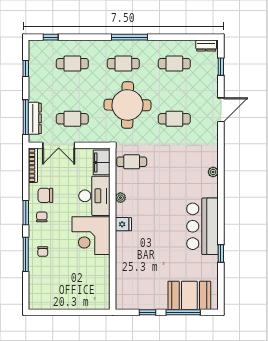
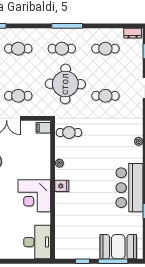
filing cabinet: (102, 162) -> (43, 128), width x0.50
desk: (94, 196) -> (37, 242), moved

